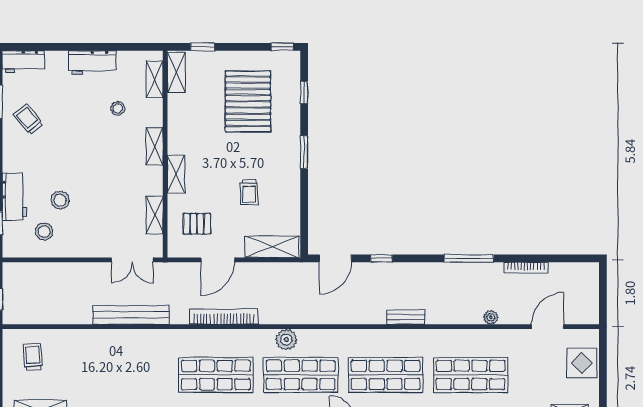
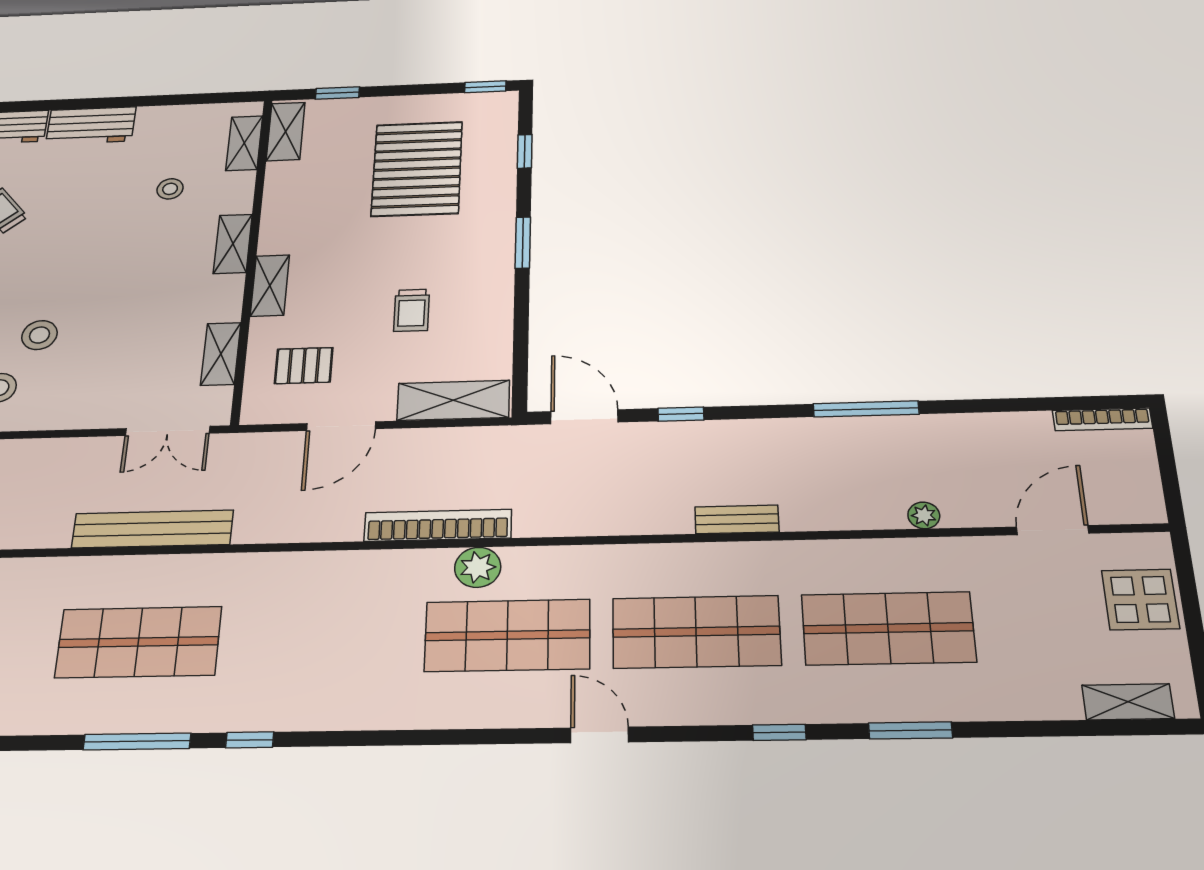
workbench: (92, 63) -> (91, 125), moved
door: (335, 258) -> (584, 417), swing flipped
bookcase: (526, 268) -> (1102, 419), moved
bookcase: (224, 317) -> (438, 525), moved
shop shelf: (216, 375) -> (138, 642), moved

